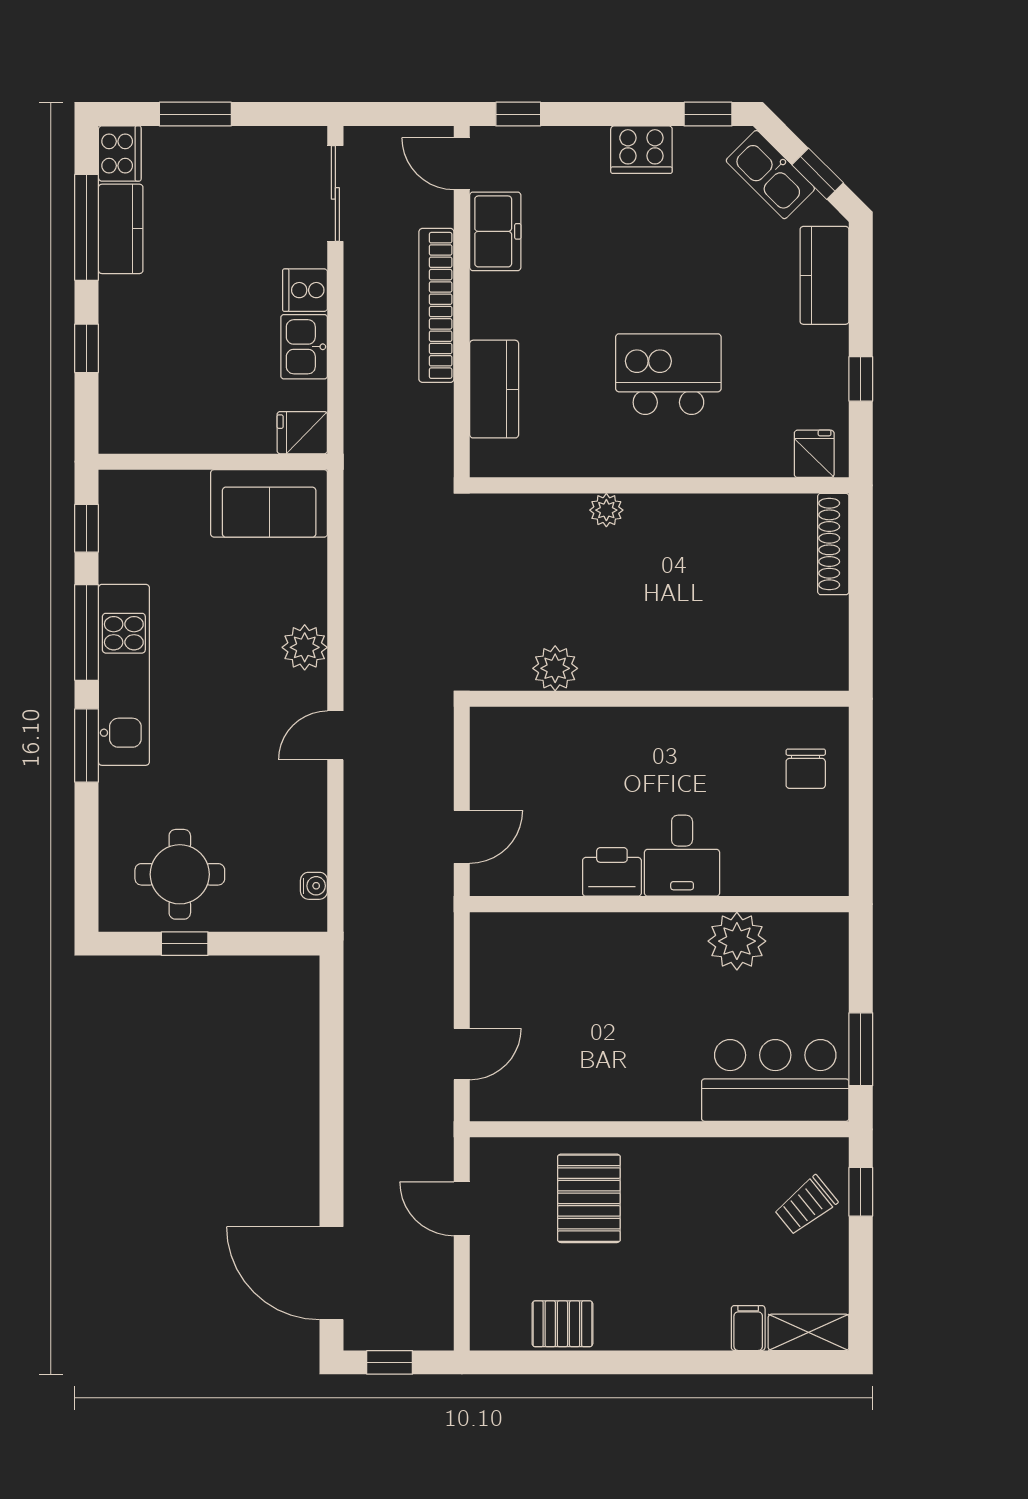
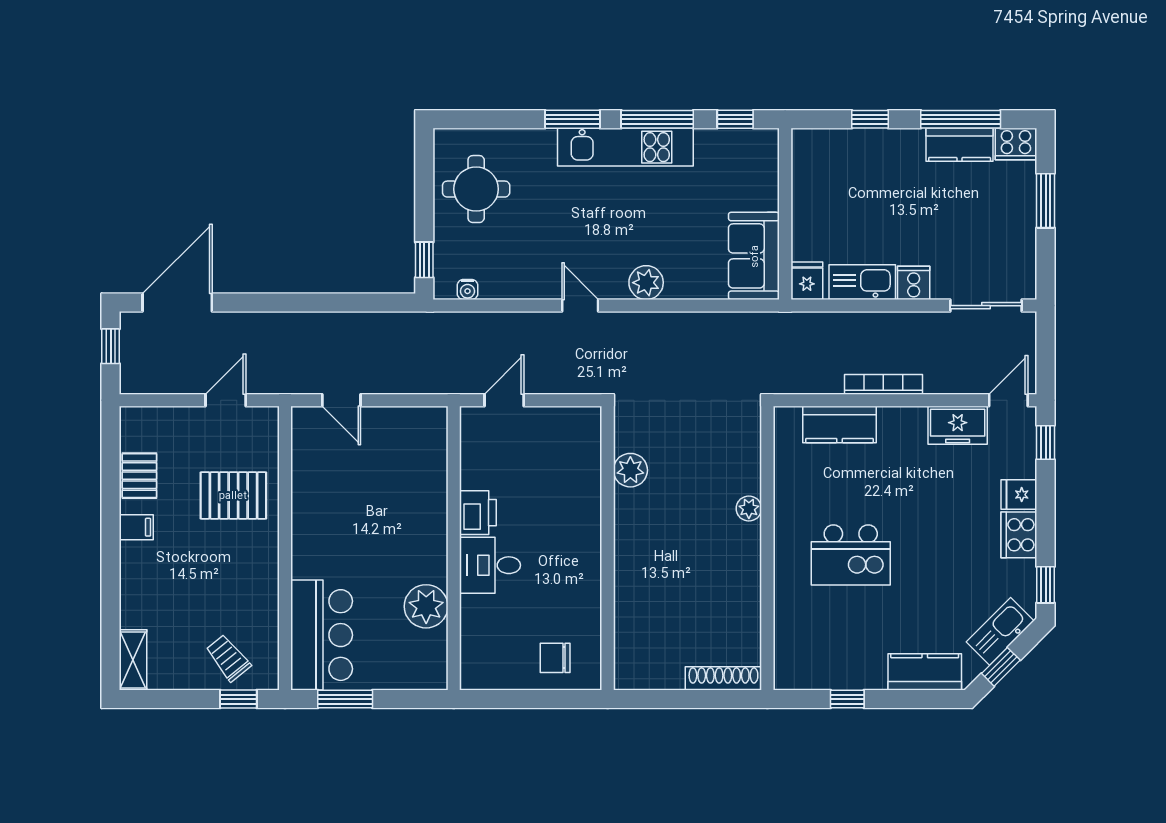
bookcase: (436, 305) -> (883, 384), width x0.68, depth x0.76
kitchen sink: (304, 347) -> (862, 282), width x1.38
kitchen island: (668, 374) -> (851, 555), turned 90
fridge: (814, 454) -> (1019, 495), moved, turned 180
door: (462, 837) -> (504, 400), swing flipped
window: (185, 944) -> (424, 260), moved
filing cabinet: (748, 1328) -> (136, 527), moved

